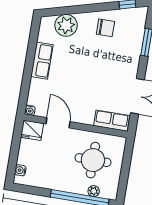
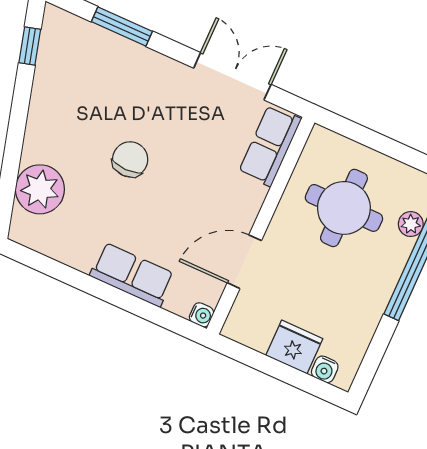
chair: (105, 28) -> (130, 159), moved
row of seats: (42, 61) -> (132, 275), moved
fridge: (32, 130) -> (294, 347), moved, turned -90

